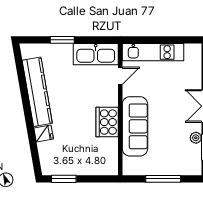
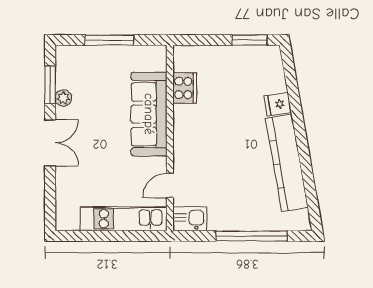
window: (62, 40) -> (252, 236), width x2.11
kitchen sink: (96, 54) -> (190, 219), width x0.53, depth x0.81
cooker: (107, 122) -> (185, 88), moved, width x0.73, depth x0.76

